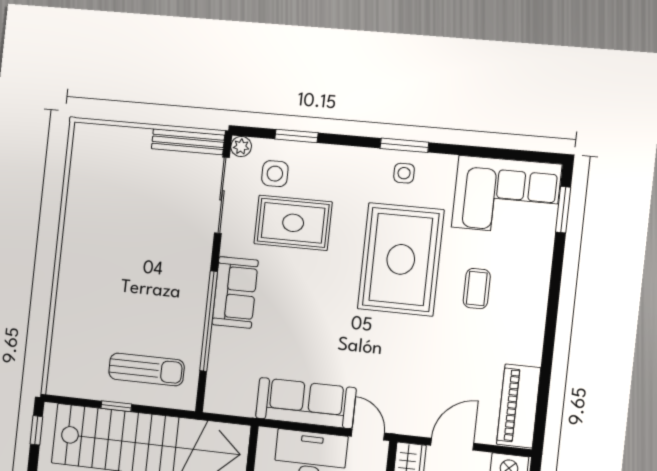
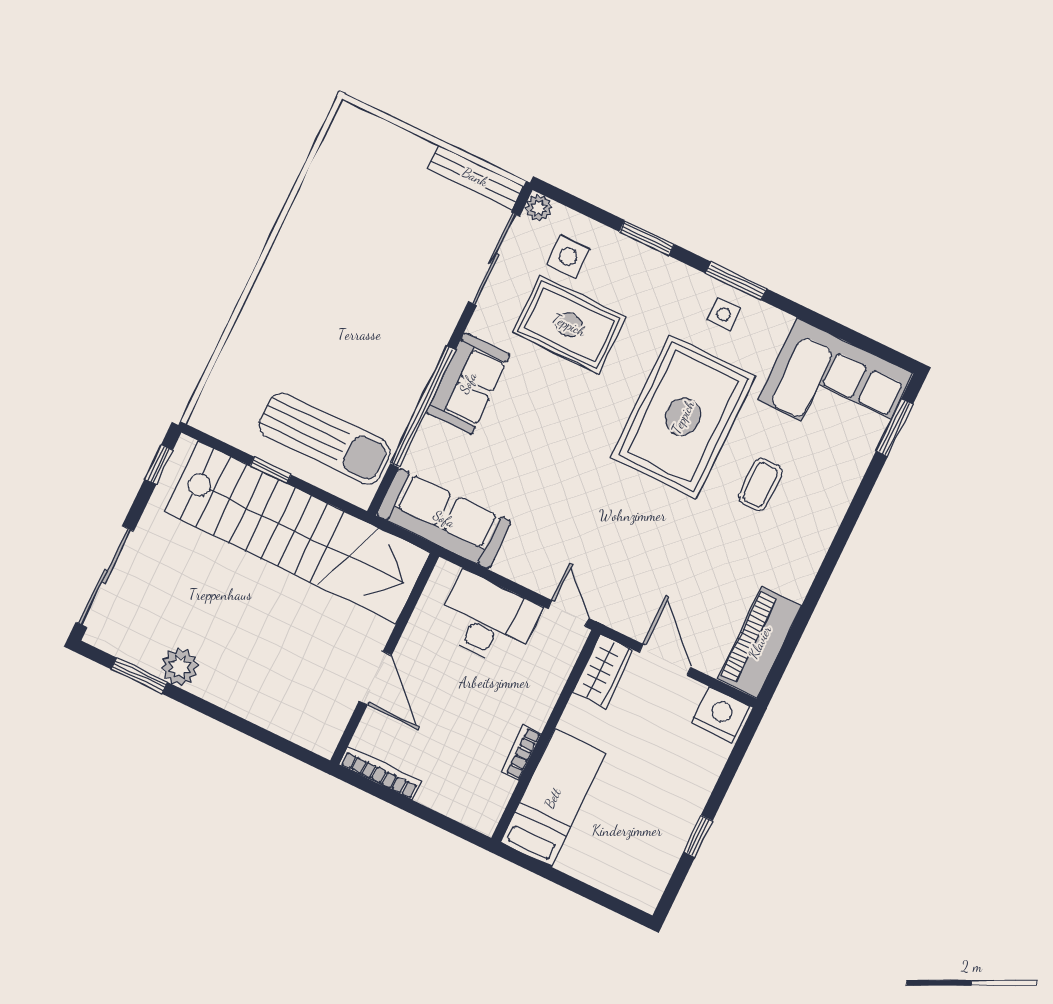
window: (296, 136) -> (647, 238), moved
sun lounger: (146, 369) -> (325, 438), width x1.36, depth x1.34
sofa: (306, 403) -> (444, 519), moved
door: (452, 444) -> (665, 660), hinge flipped

